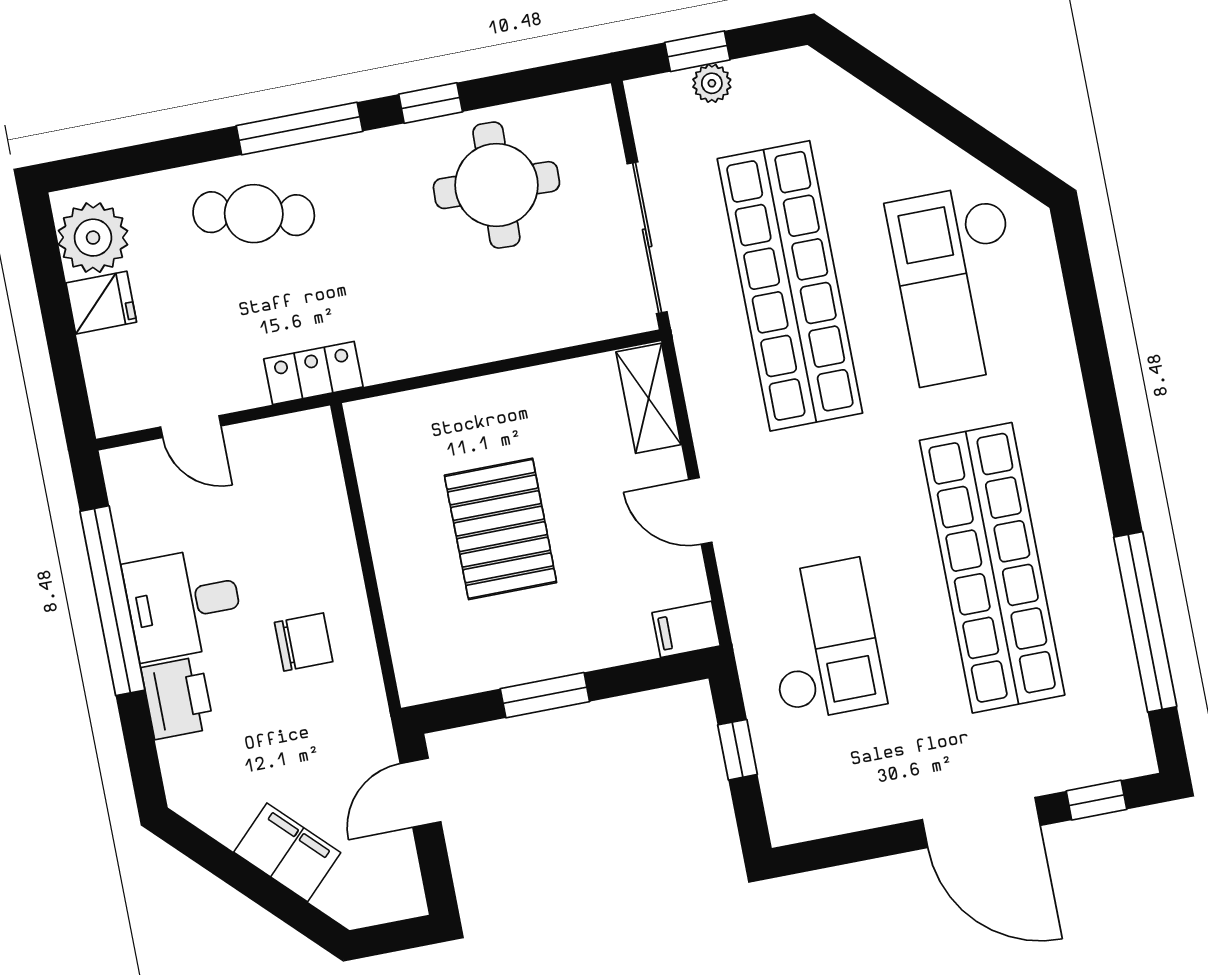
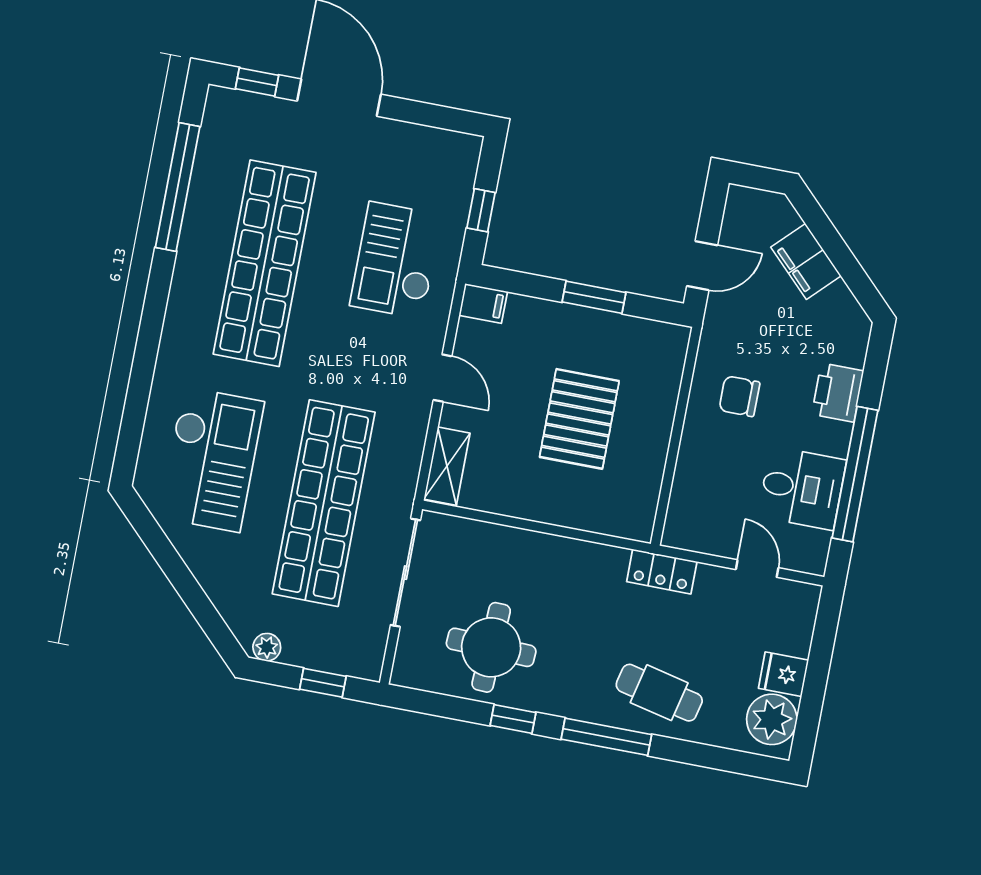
plant: (712, 83) -> (267, 647), moved
desk: (184, 604) -> (802, 488), moved

